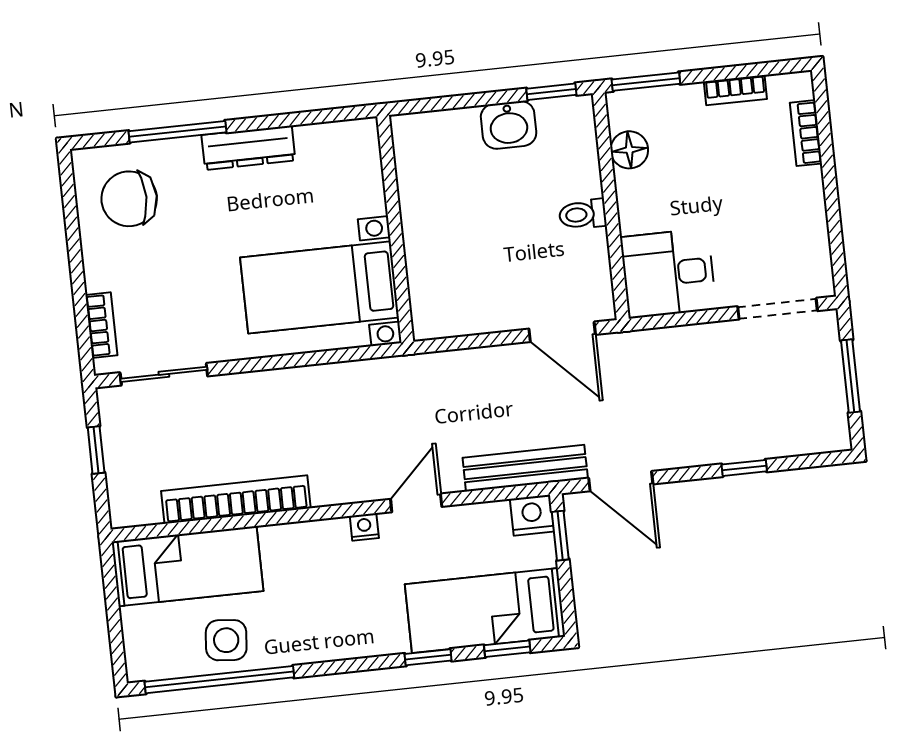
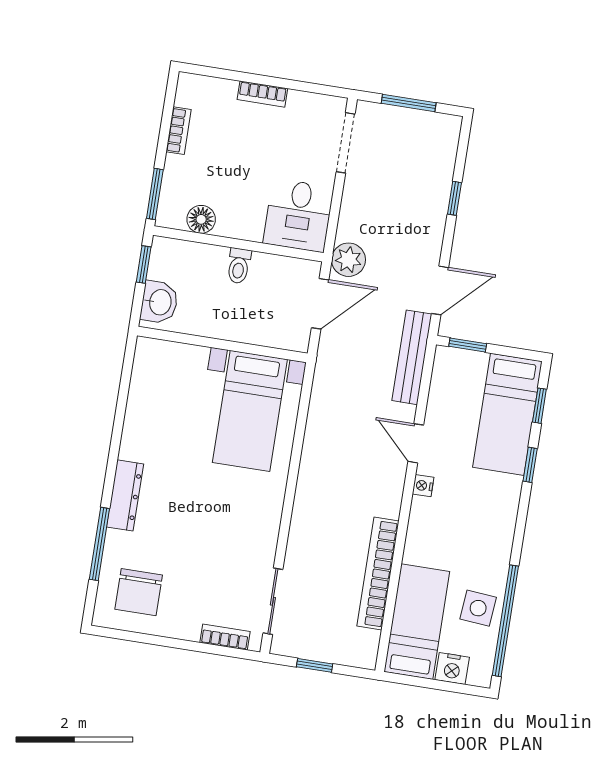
bookcase: (806, 133) -> (262, 94), moved
wall: (395, 229) -> (222, 344), moved
bed with nightstands: (320, 287) -> (250, 411), moved
plant: (629, 353) -> (348, 260), added
nightstand: (532, 515) -> (452, 669), moved, turned -90

